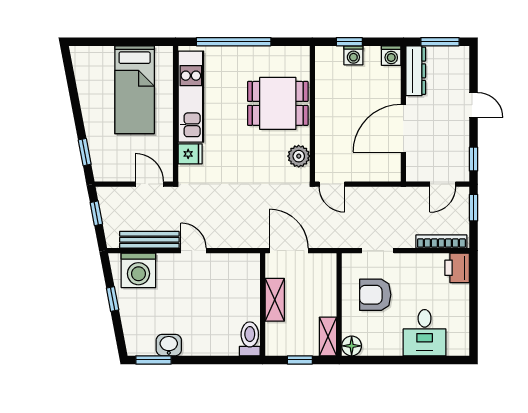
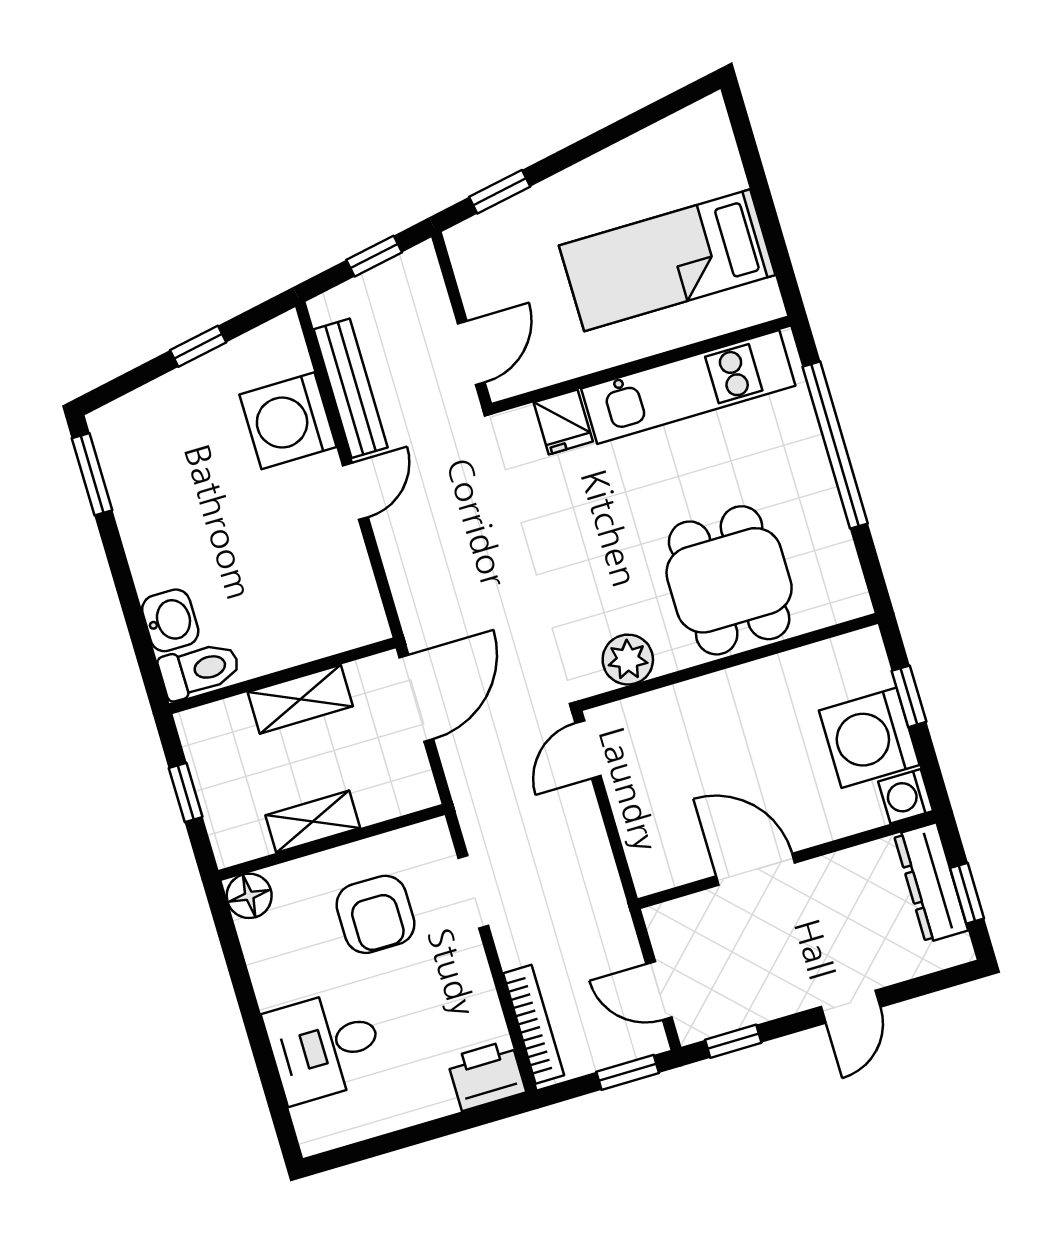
window: (440, 42) -> (967, 893), width x0.67
washing machine: (353, 55) -> (869, 738), width x1.89, depth x1.89
dresser: (416, 71) -> (931, 883), moved, turned 90
door: (403, 128) -> (756, 869), width x0.73
washing machine: (138, 270) -> (288, 421), moved
armchair: (375, 295) -> (375, 914), turned 180
shelving: (328, 336) -> (313, 822), moved
washbasin: (169, 345) -> (170, 620), moved

